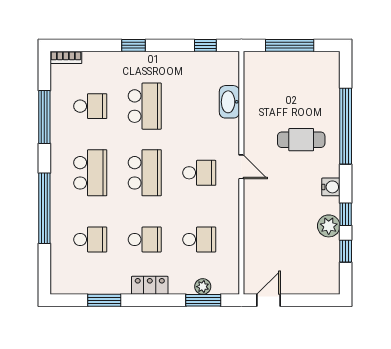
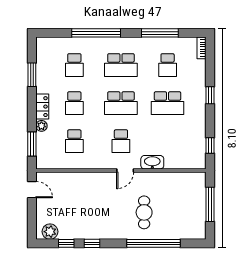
washbasin: (229, 102) -> (152, 162), moved
water cooler: (331, 187) -> (111, 233), removed
plant: (329, 226) -> (50, 232), moved
plant: (203, 287) -> (41, 126), moved

